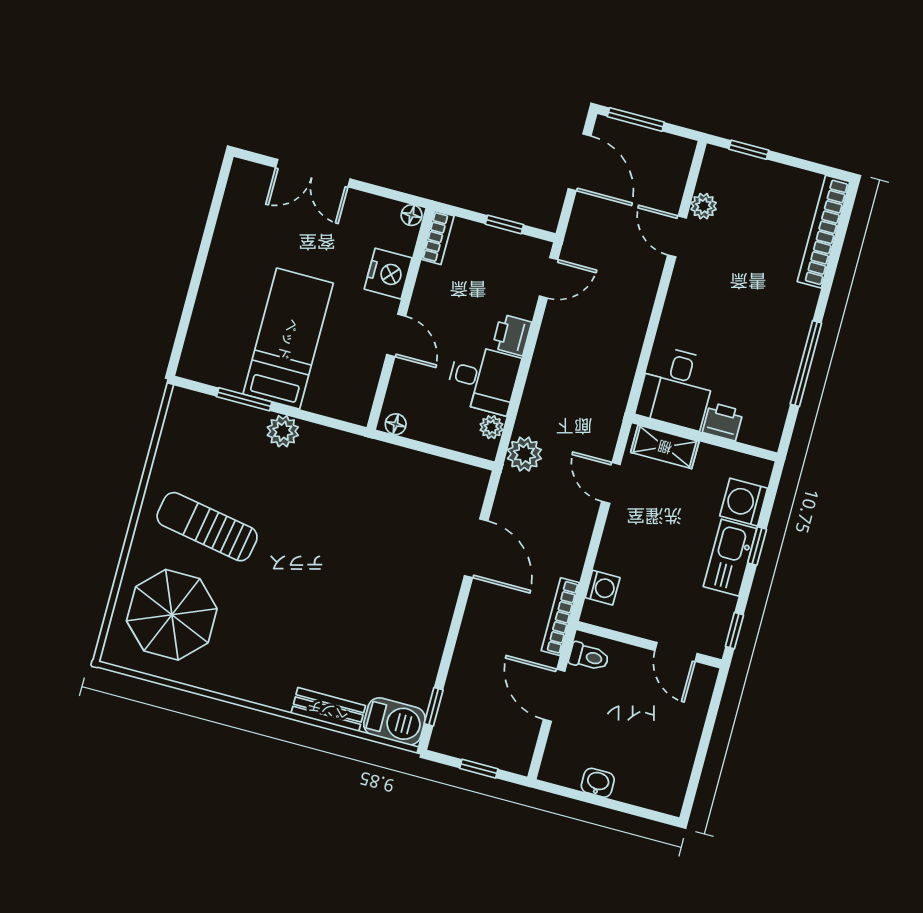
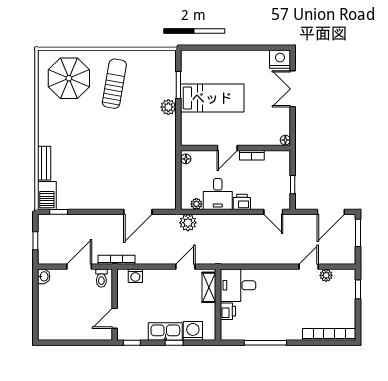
bookcase: (438, 238) -> (252, 155), moved
nightstand: (388, 274) -> (280, 59), moved, turned 180
washbasin: (598, 783) -> (44, 276), moved

